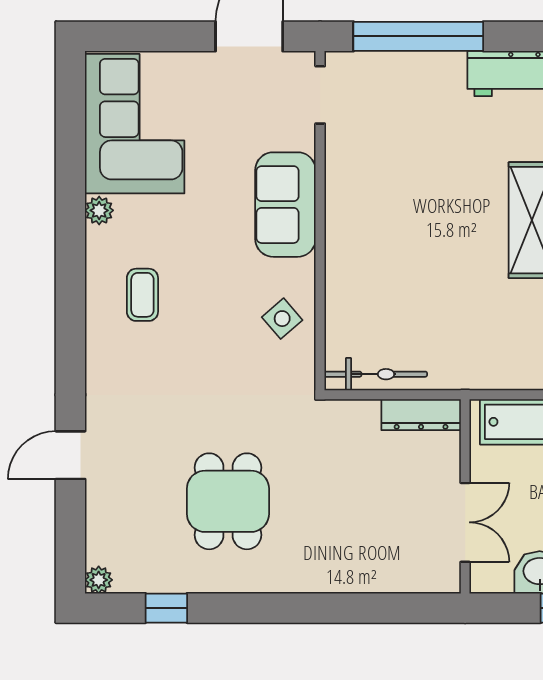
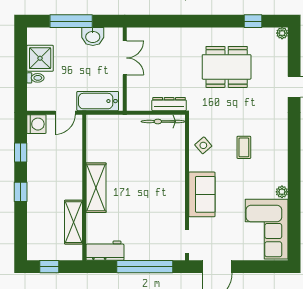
coffee table: (142, 295) -> (244, 147), moved
dresser: (421, 415) -> (169, 104), moved
dining table: (228, 501) -> (227, 67), width x1.38
double door: (465, 522) -> (125, 58), swing flipped

